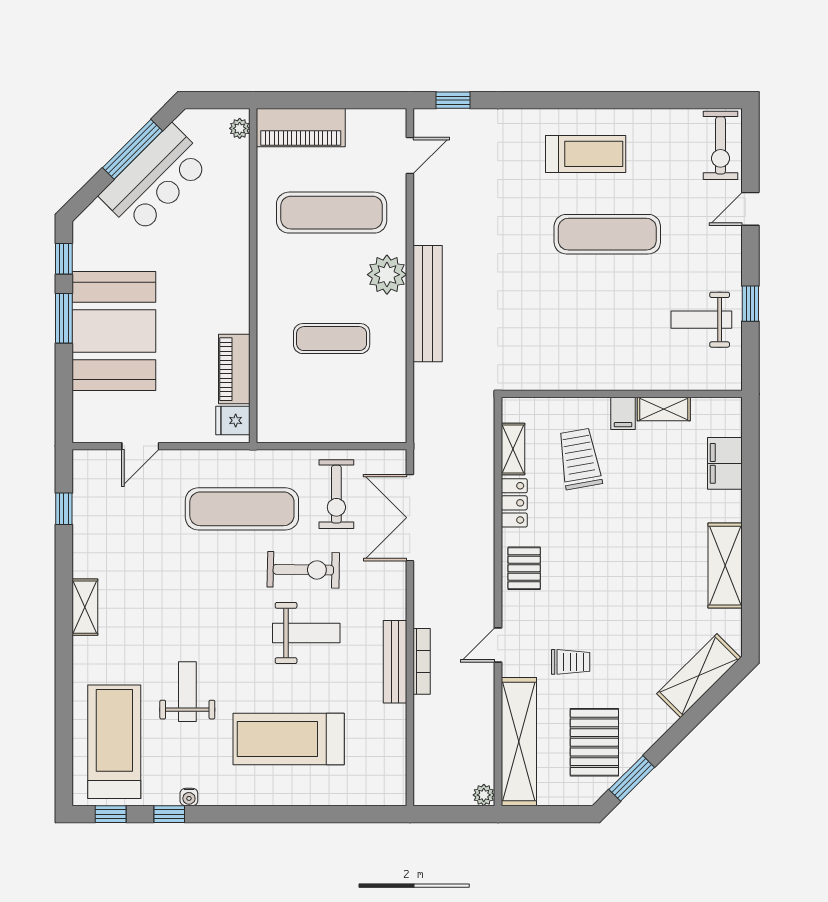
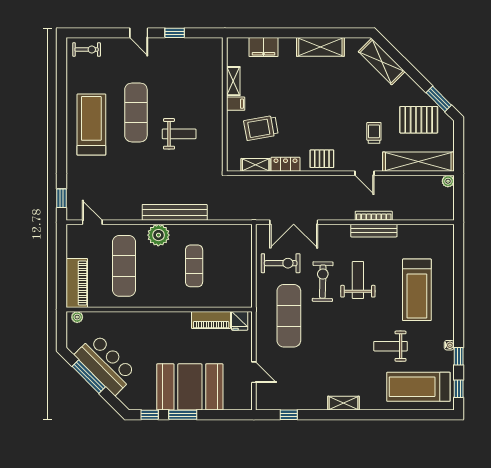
exercise bike: (720, 145) -> (87, 50), width x0.73, depth x0.72
treadmill: (586, 154) -> (91, 125), width x1.37, depth x1.38
door: (750, 209) -> (139, 33), moved
weight bench: (701, 320) -> (179, 134), moved, turned -90

